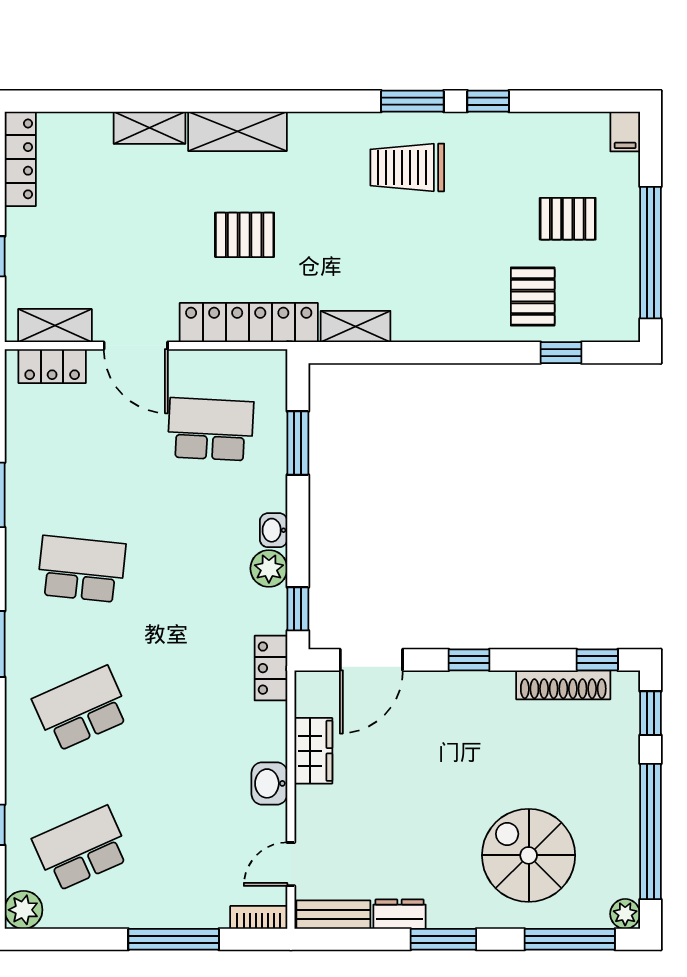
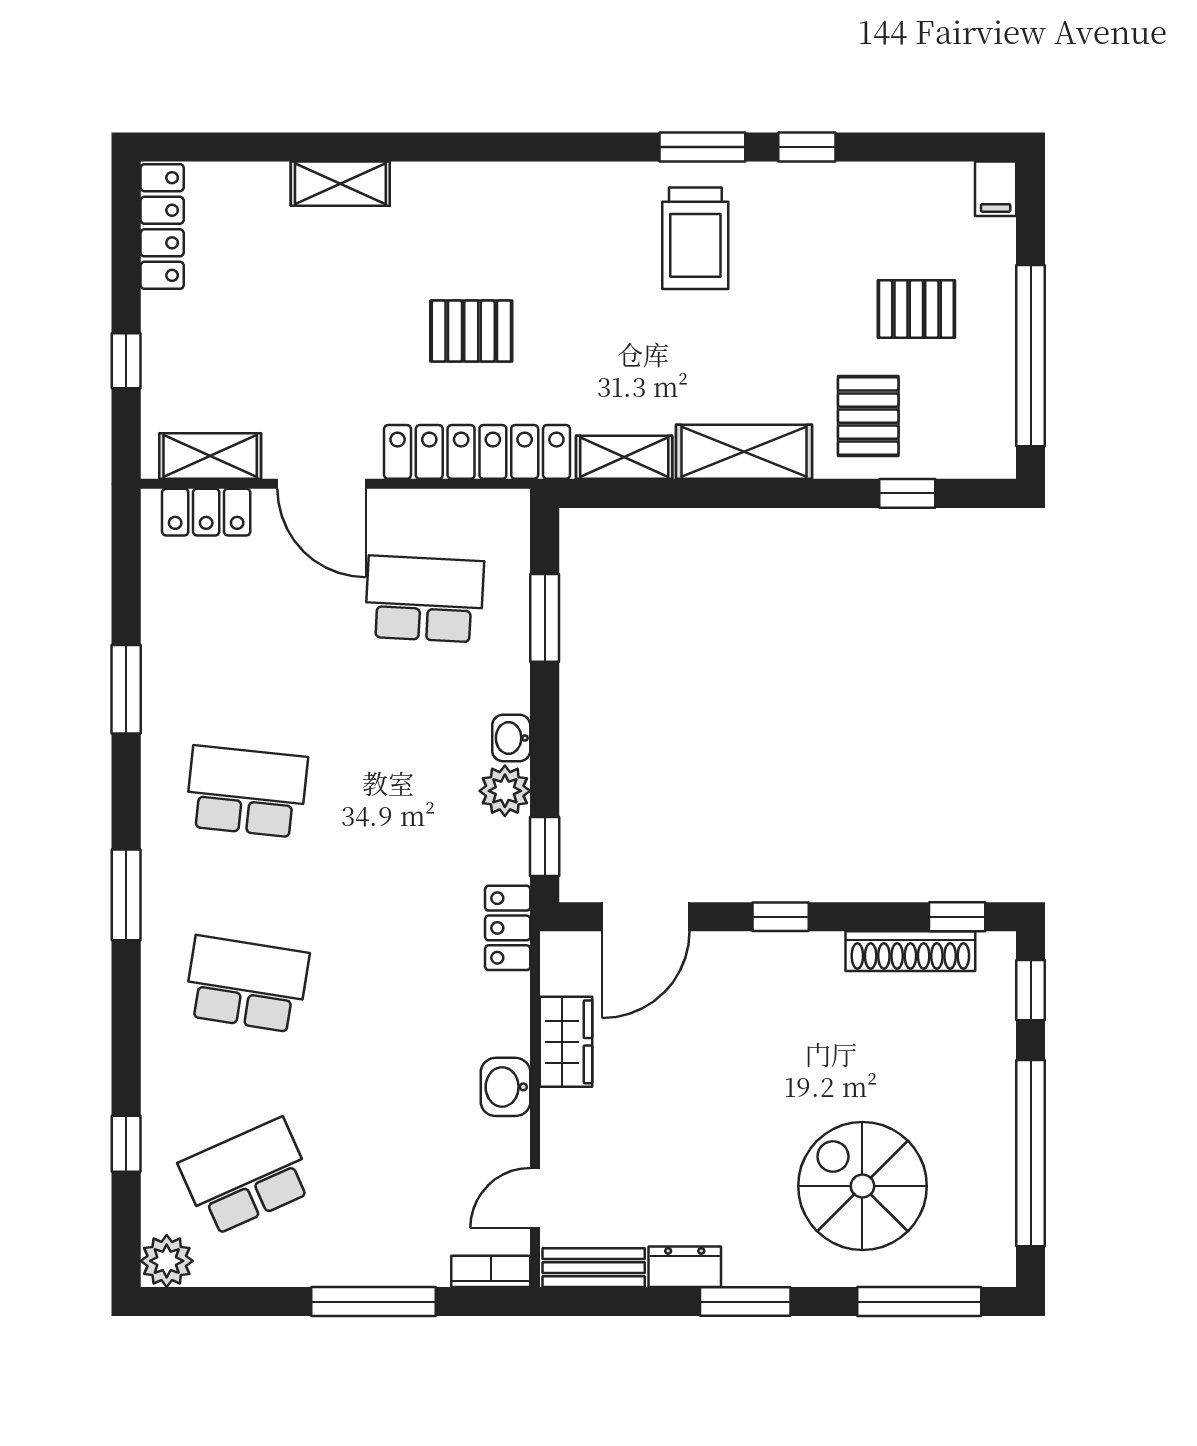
shelving: (237, 131) -> (744, 452), moved
trolley: (407, 167) -> (695, 238), turned -90
school desk: (81, 709) -> (246, 984), turned 33
plant: (625, 914) -> (996, 1267), removed

